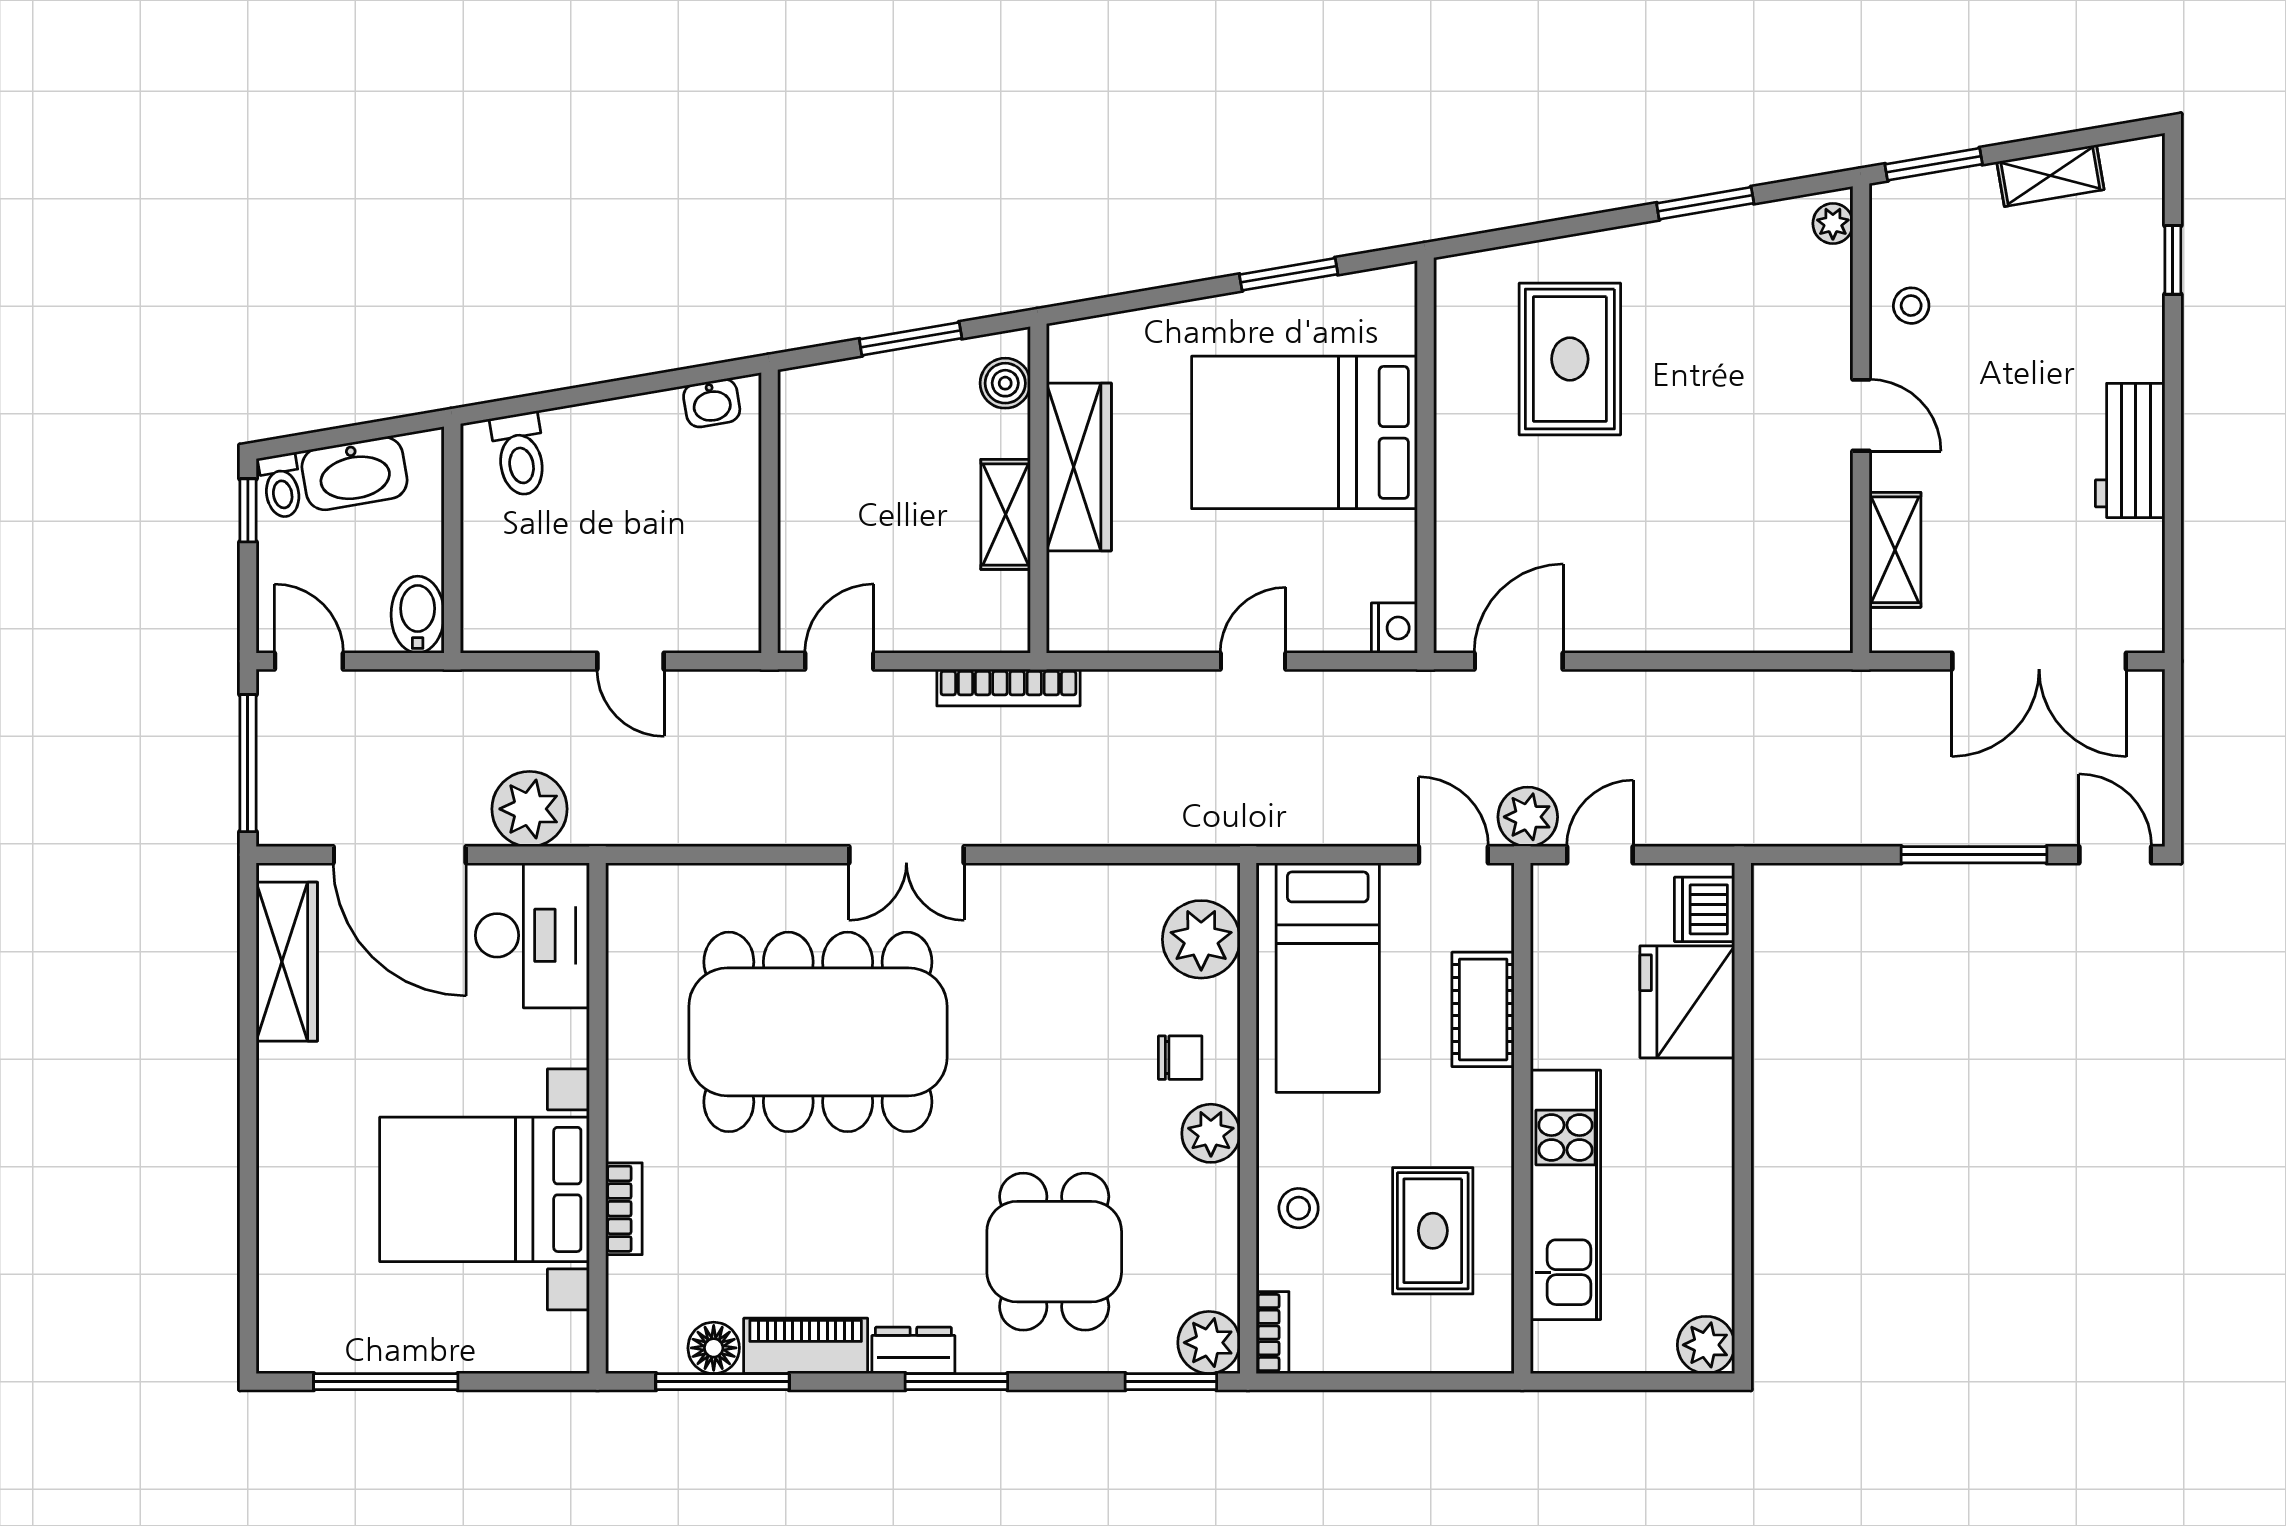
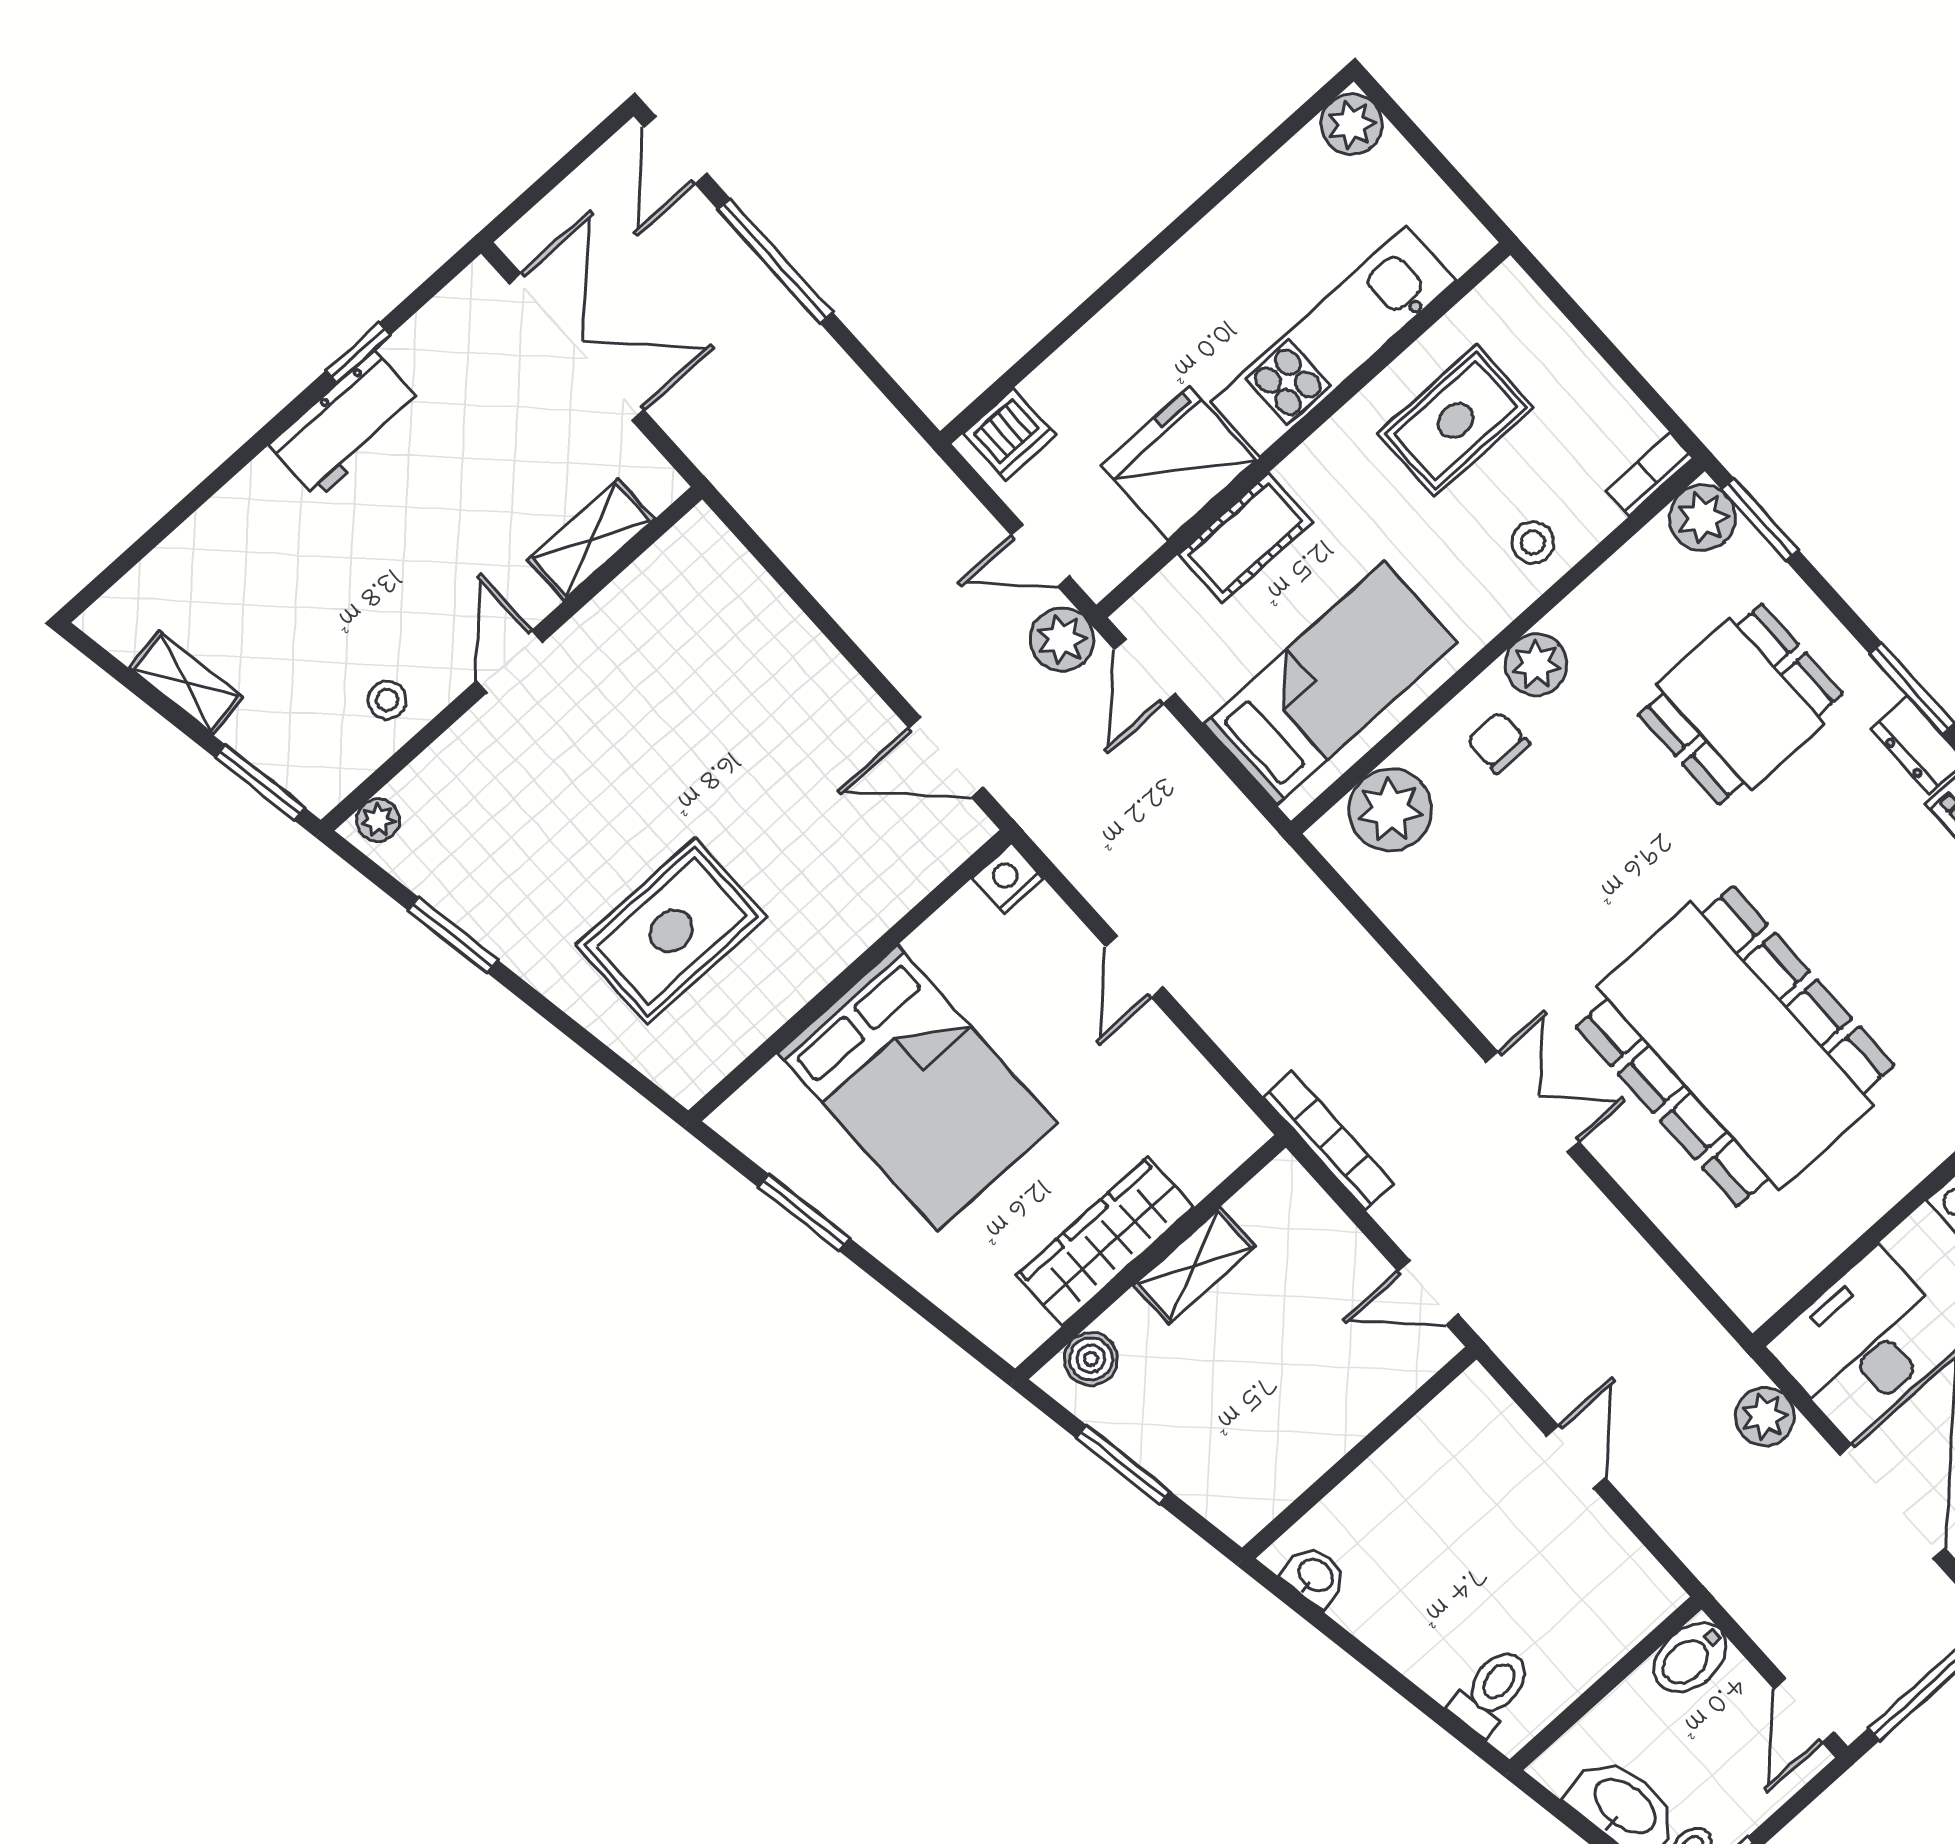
window: (2173, 260) -> (358, 353), moved
door: (1253, 661) -> (1134, 966), hinge flipped
plant: (530, 809) -> (1765, 1416), width x0.73, depth x0.73
fridge: (1687, 1002) -> (1179, 463), moved, turned 180

